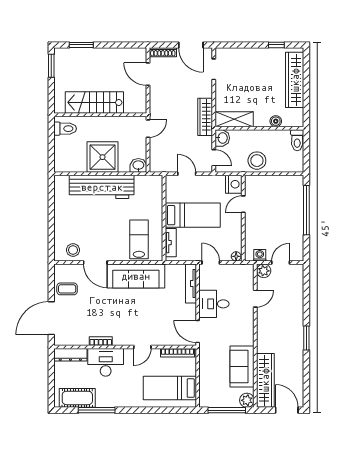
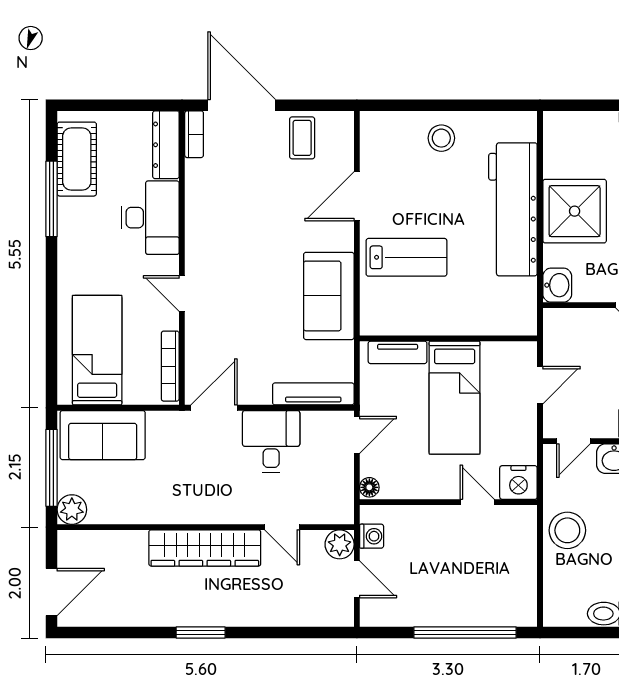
lab bench: (139, 239) -> (406, 257), moved
stool: (73, 250) -> (441, 138), moved
sofa: (136, 276) -> (329, 296), width x0.73
bookcase: (101, 341) -> (194, 134), moved
sofa: (242, 366) -> (103, 435), moved, turned 180
wardrobe: (265, 380) -> (205, 548), moved

